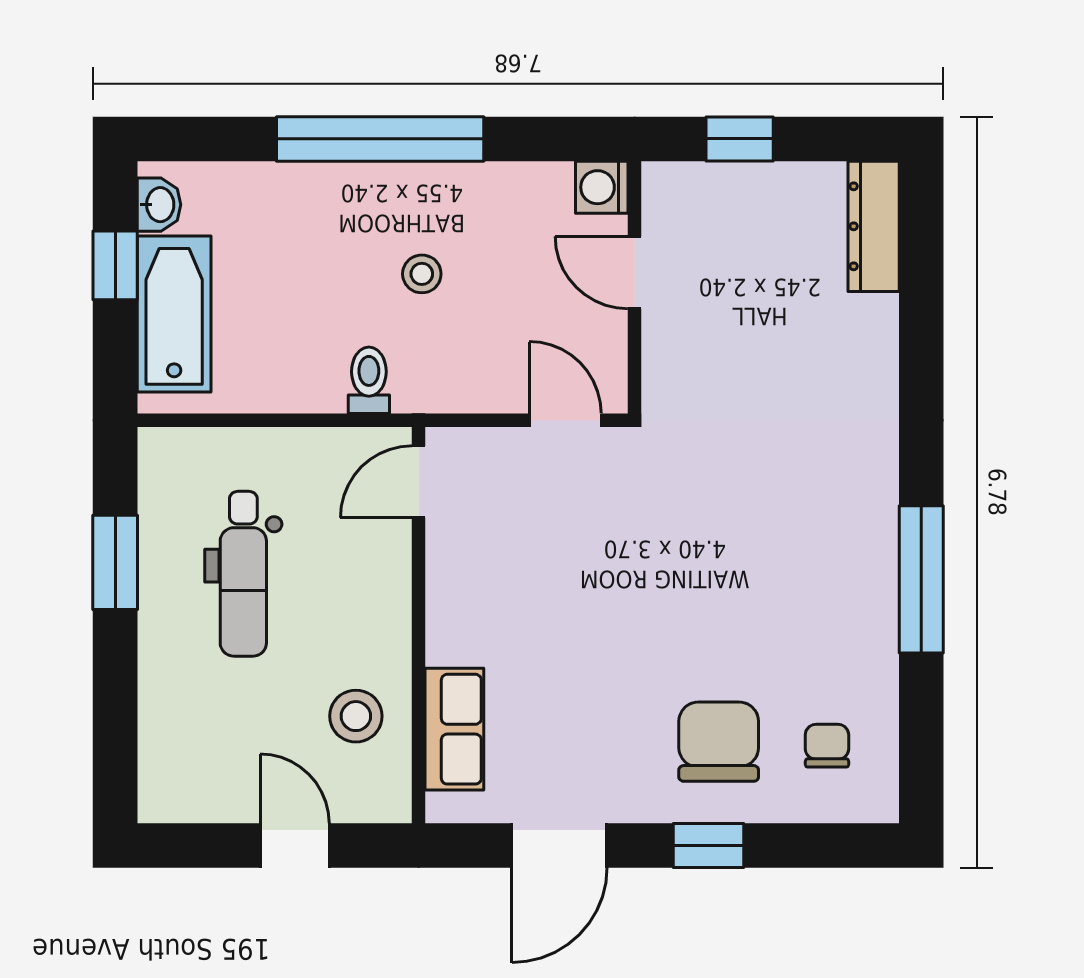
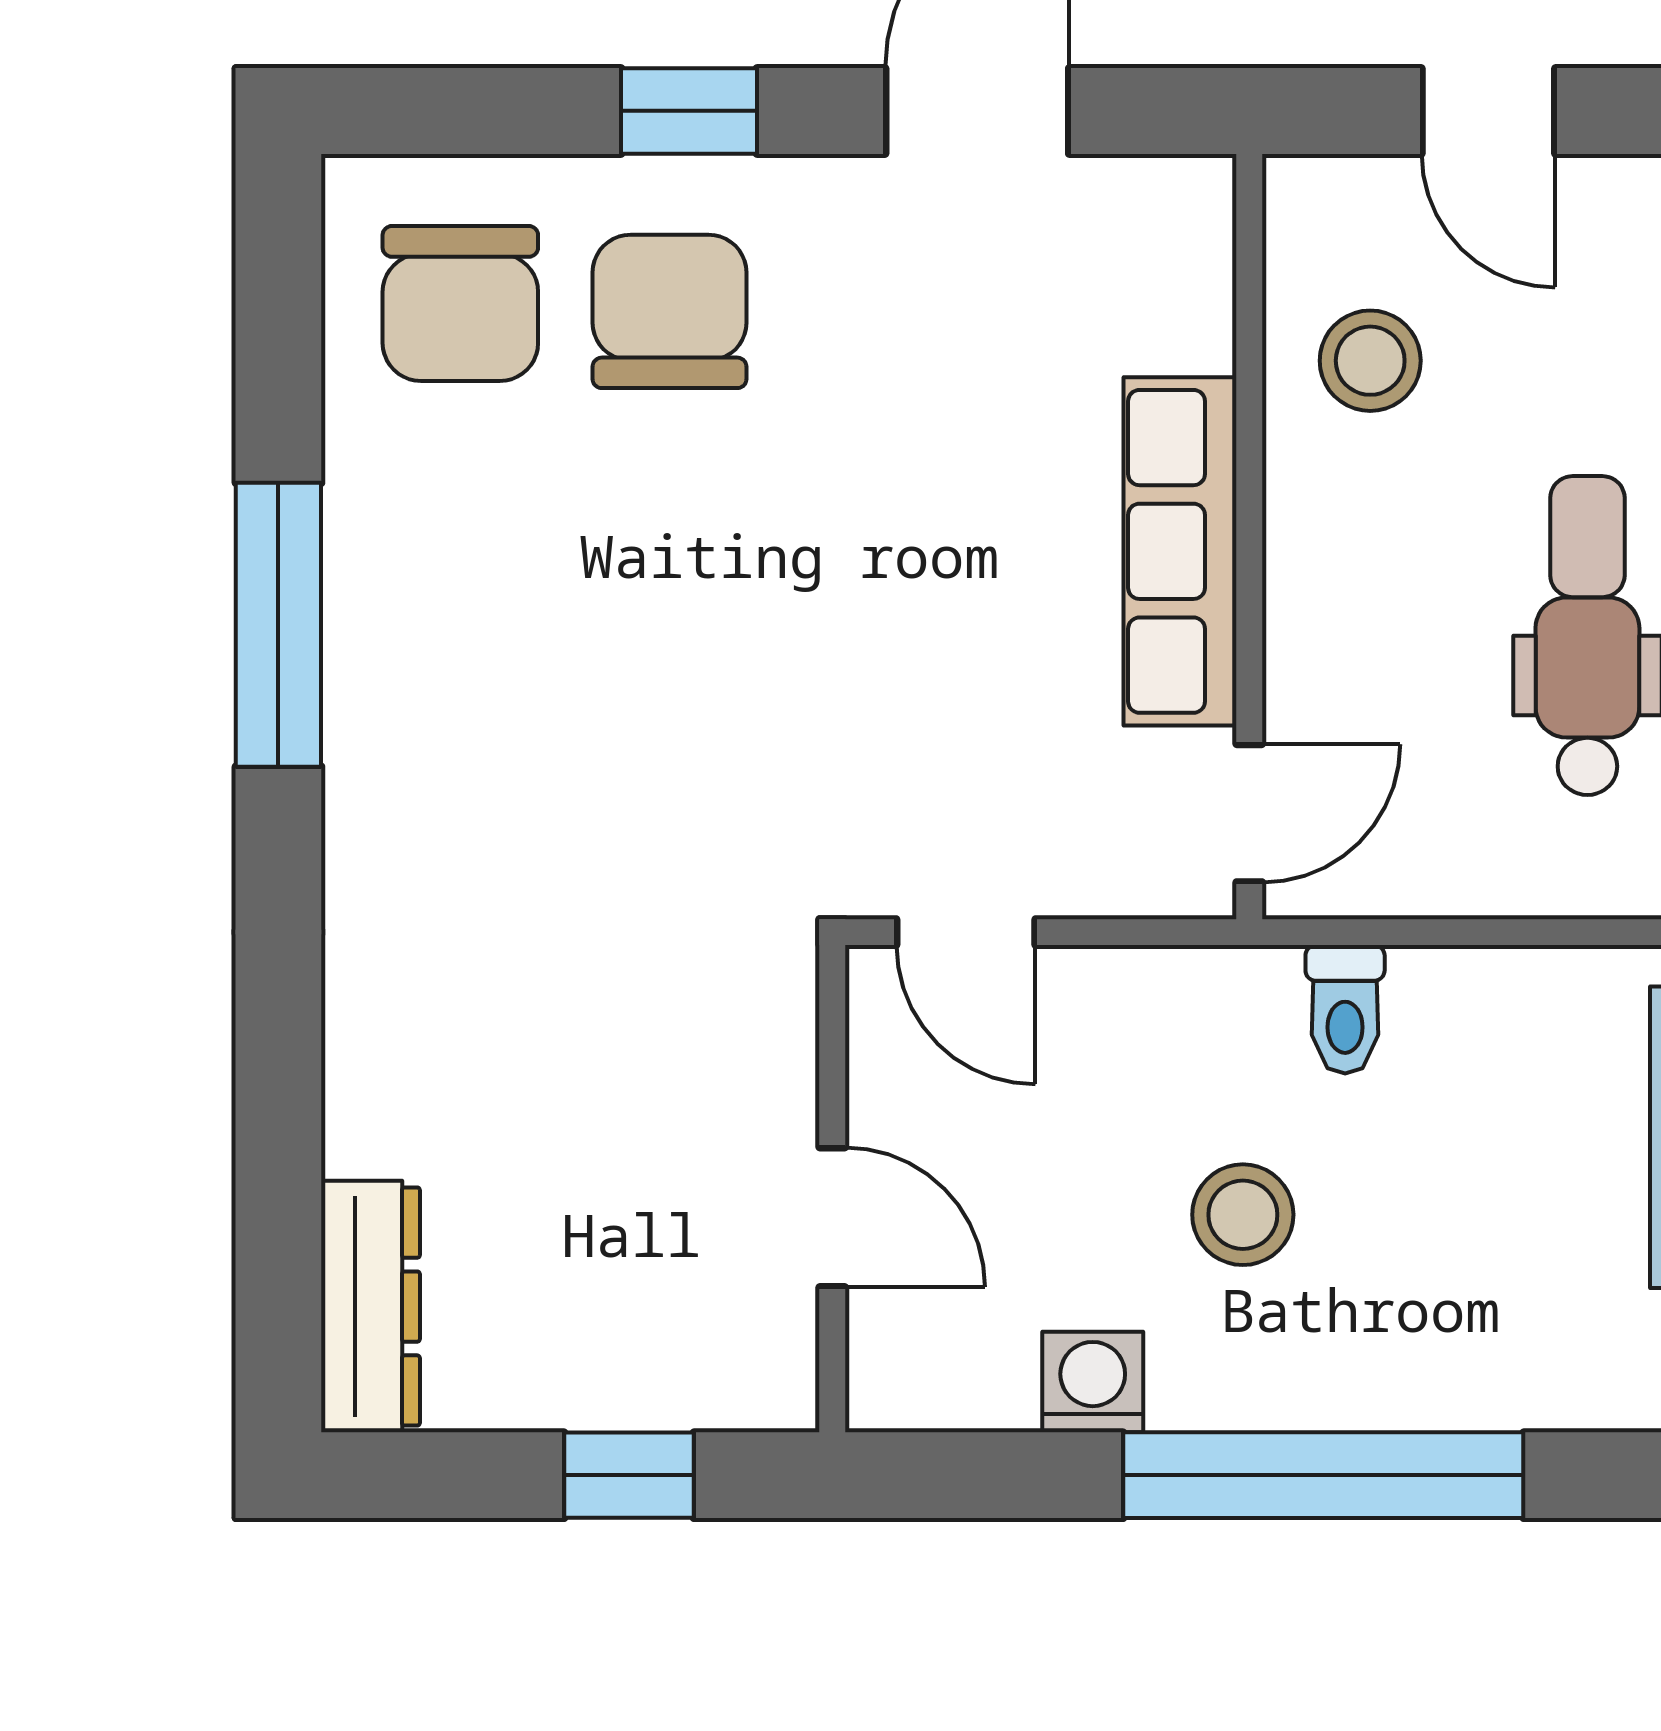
washing machine: (602, 187) -> (1093, 1382), moved, turned -90
stool: (422, 274) -> (1243, 1215), width x1.37, depth x1.37
row of seats: (454, 729) -> (1180, 551), moved, width x1.48
chair: (719, 742) -> (670, 311), turned 180
chair: (827, 746) -> (460, 304), width x1.87, depth x1.87

